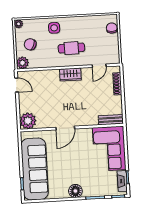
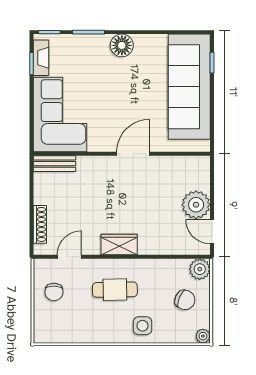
chair: (112, 28) -> (54, 292), moved
plant: (28, 121) -> (196, 205), moved

